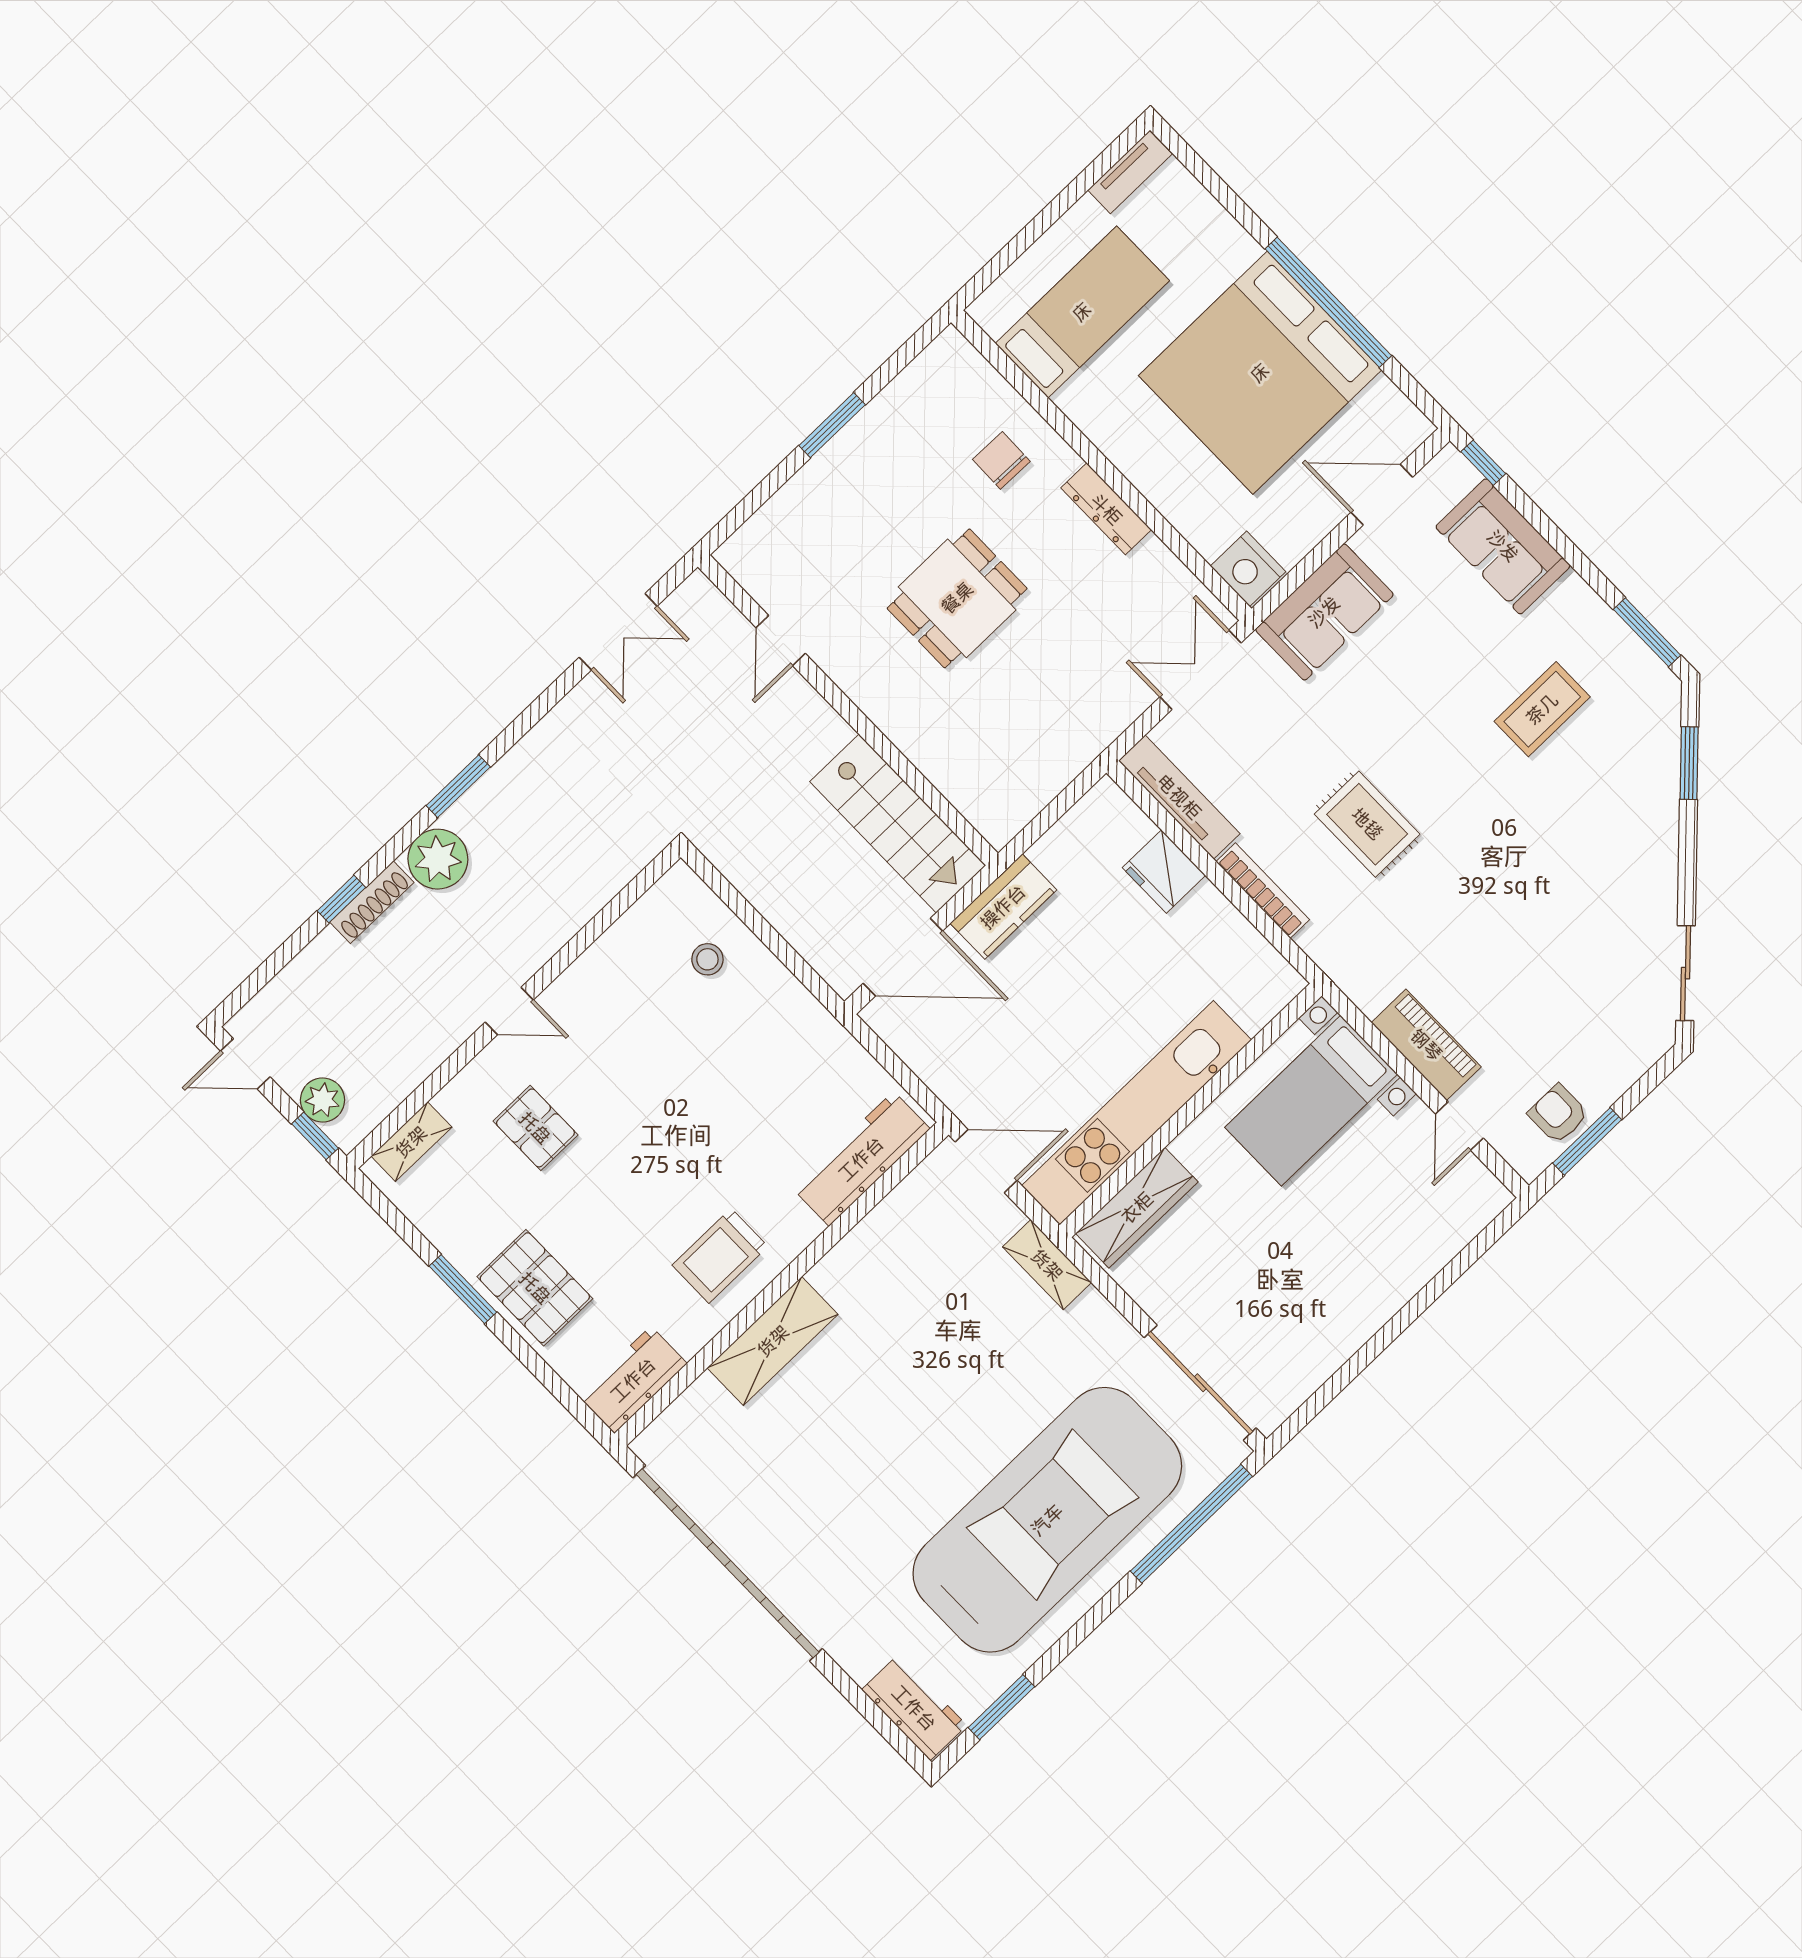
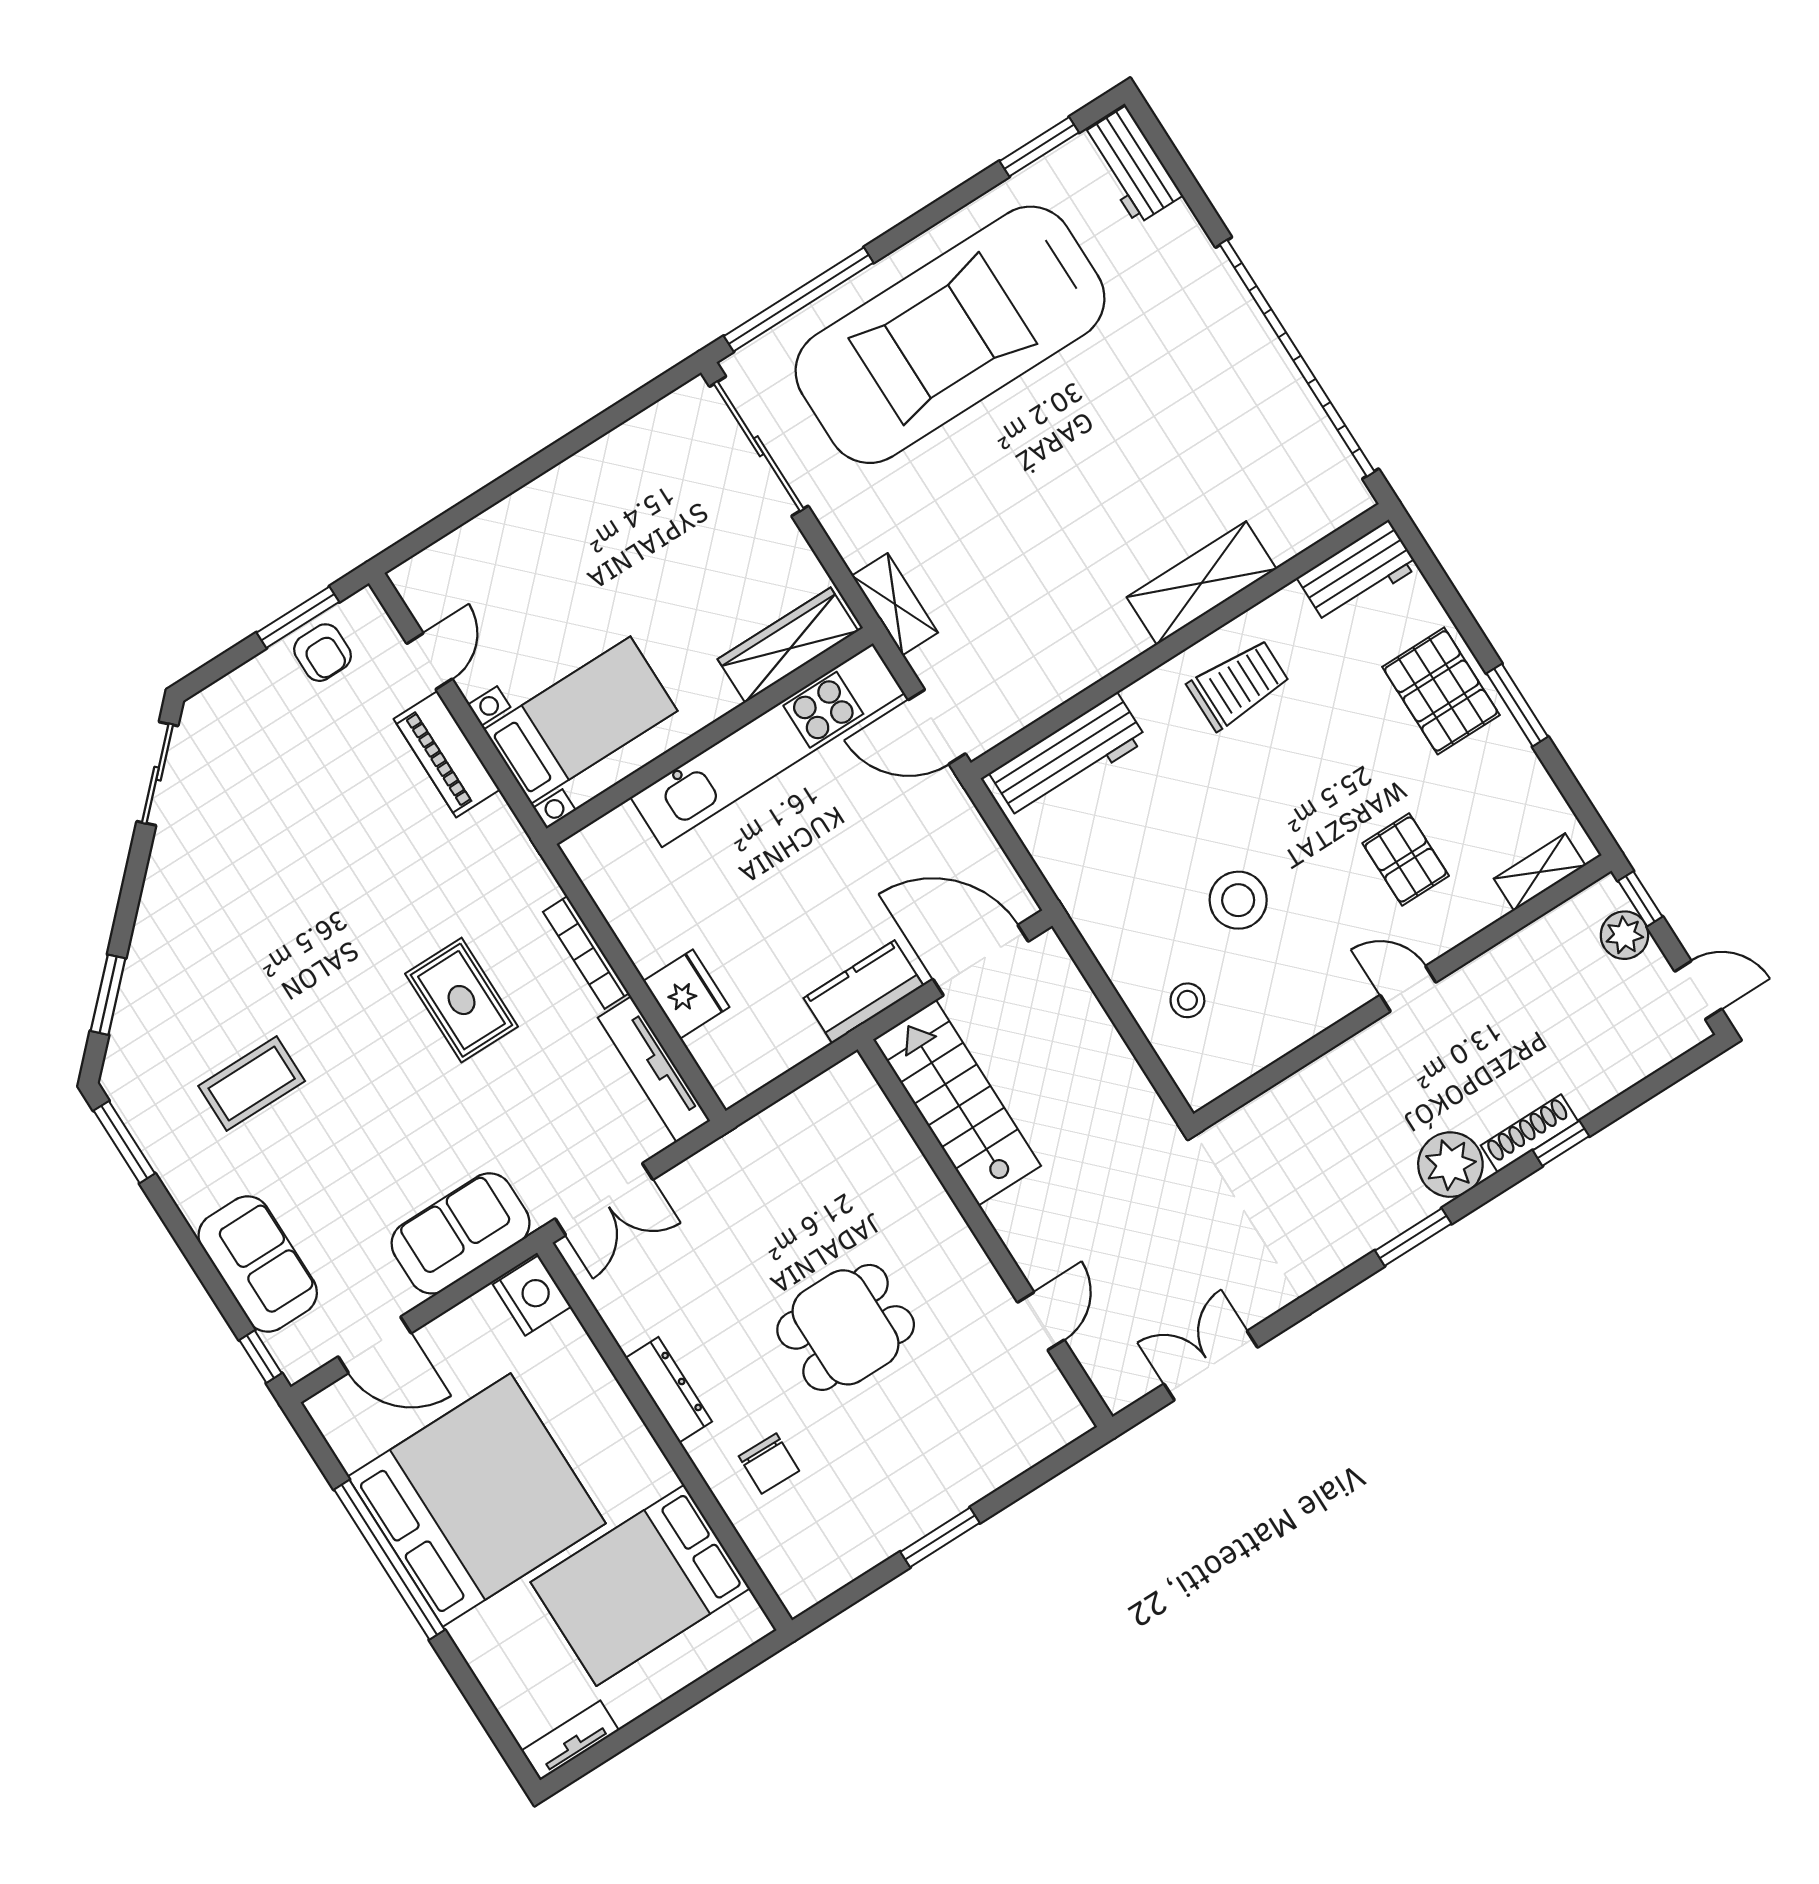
bed: (1082, 312) -> (640, 1585), width x1.50
stool: (680, 1060) -> (1238, 900), added

